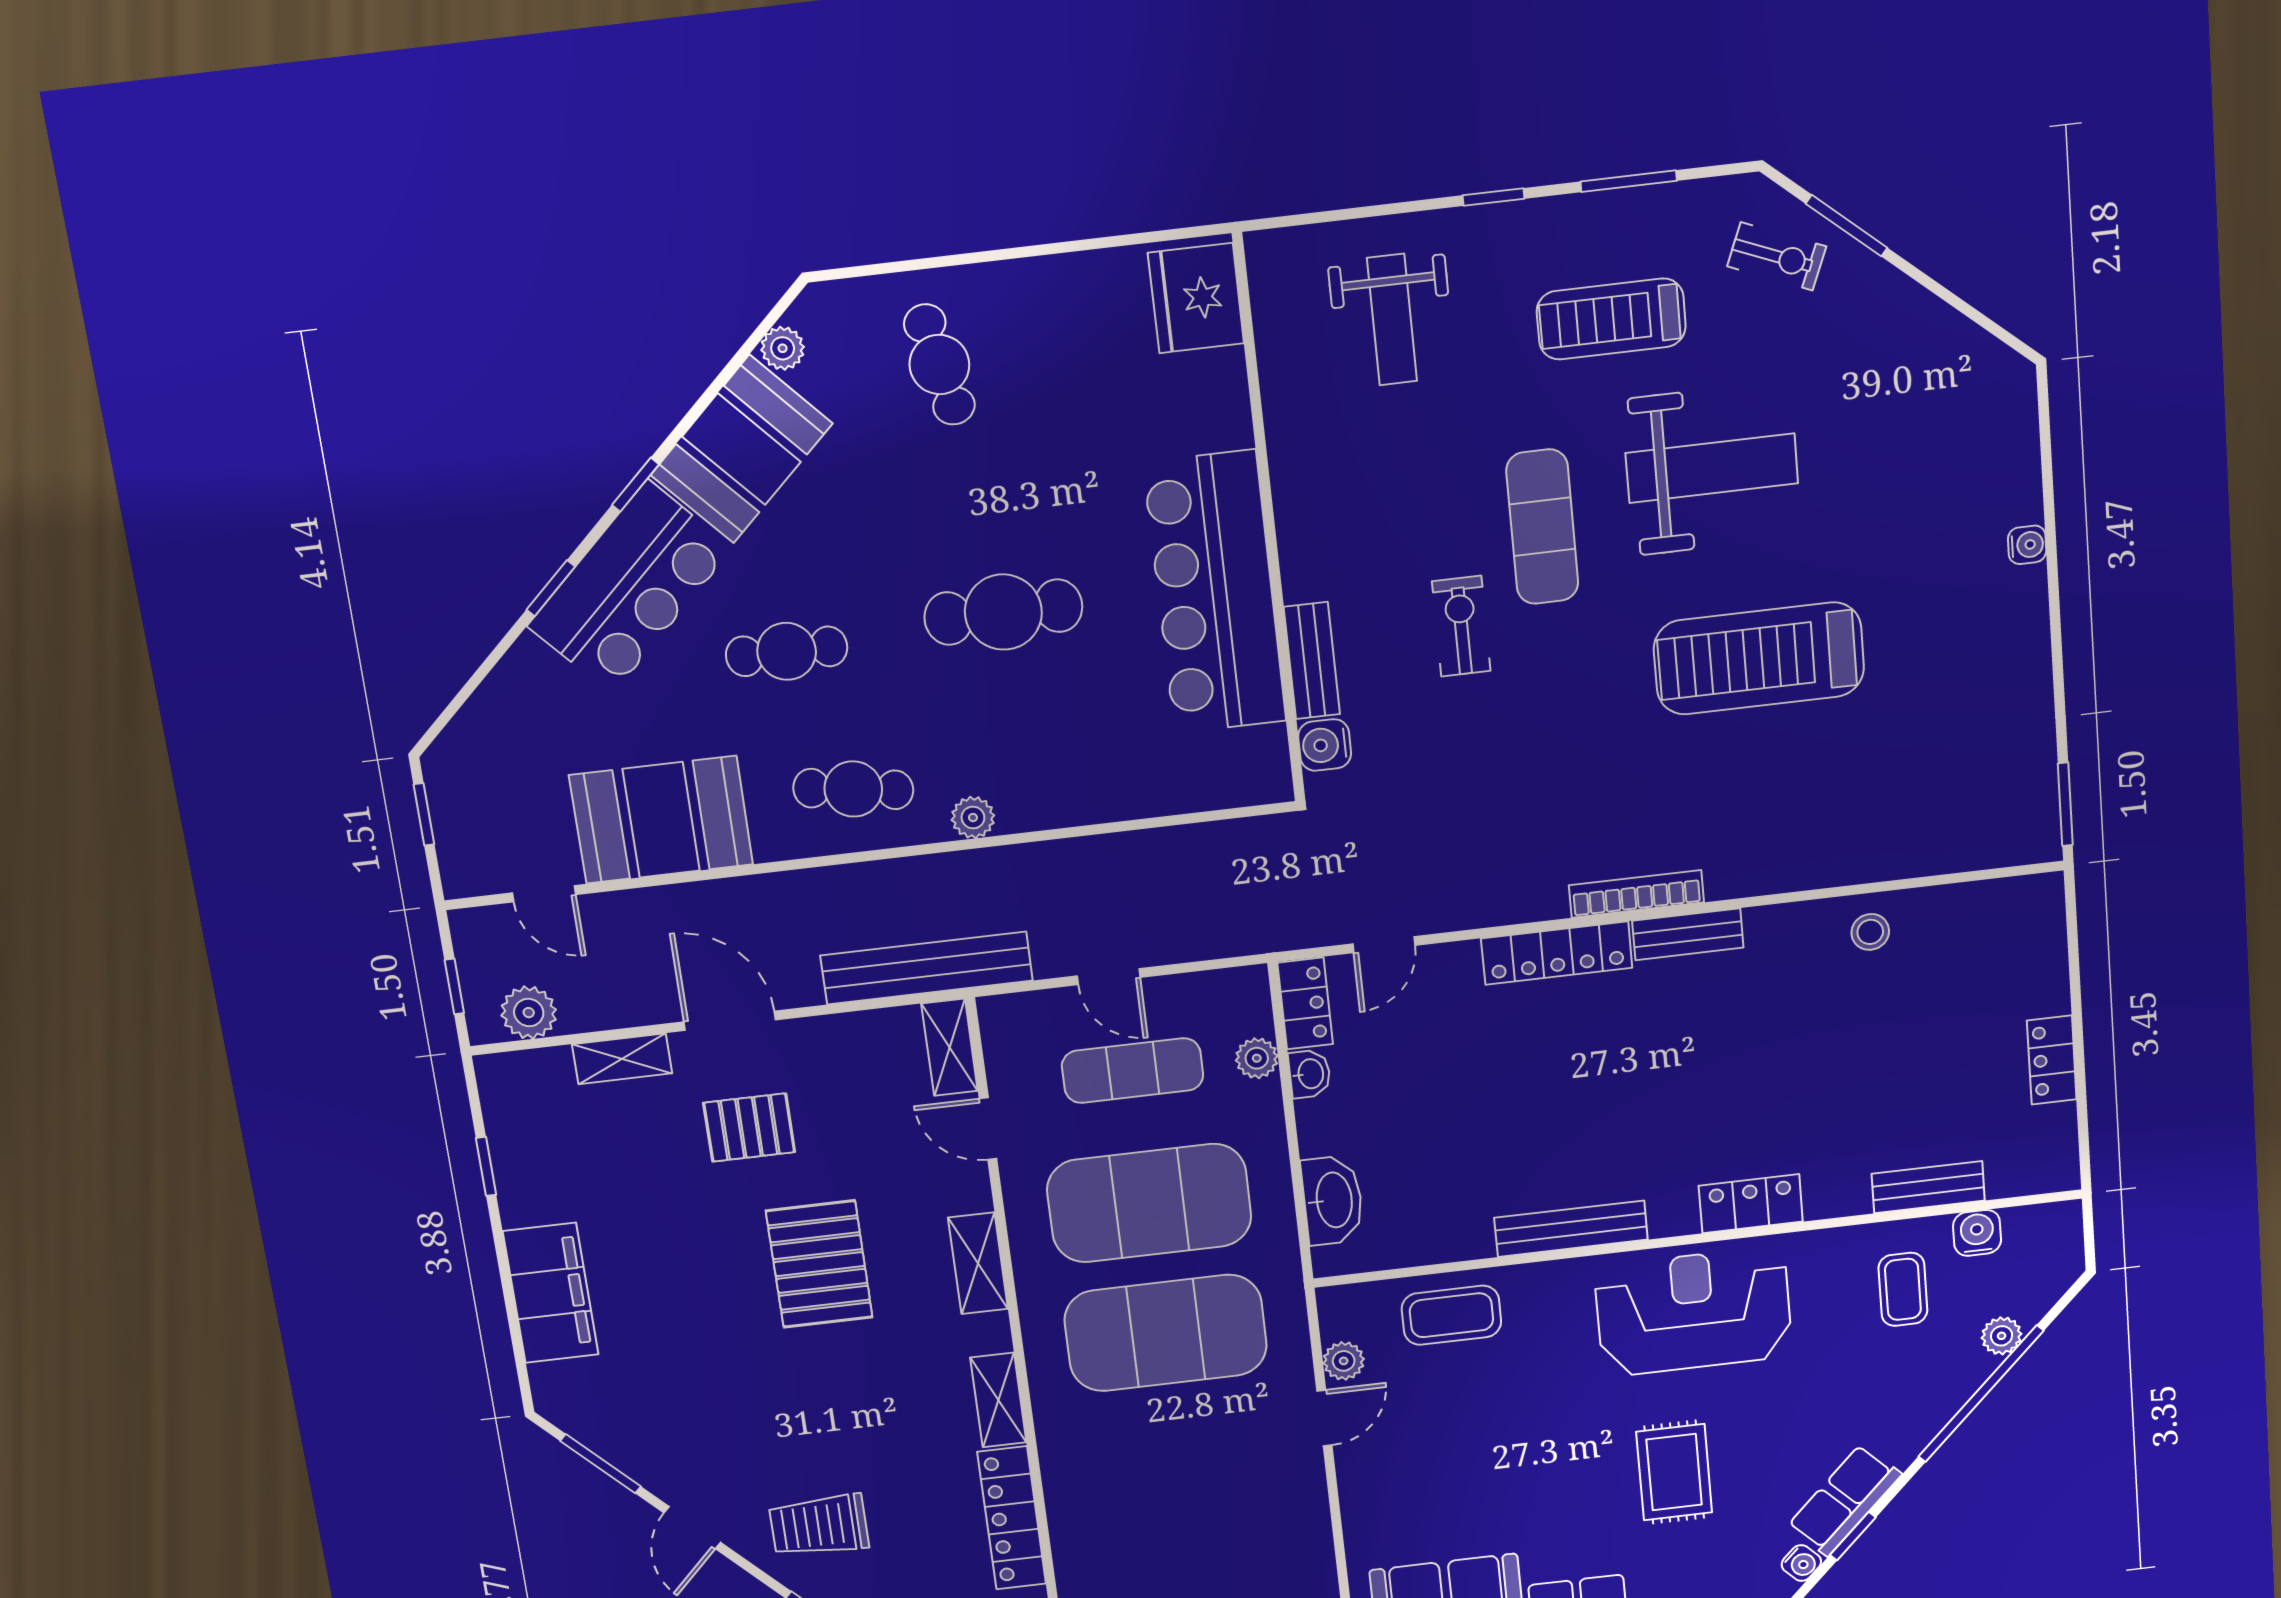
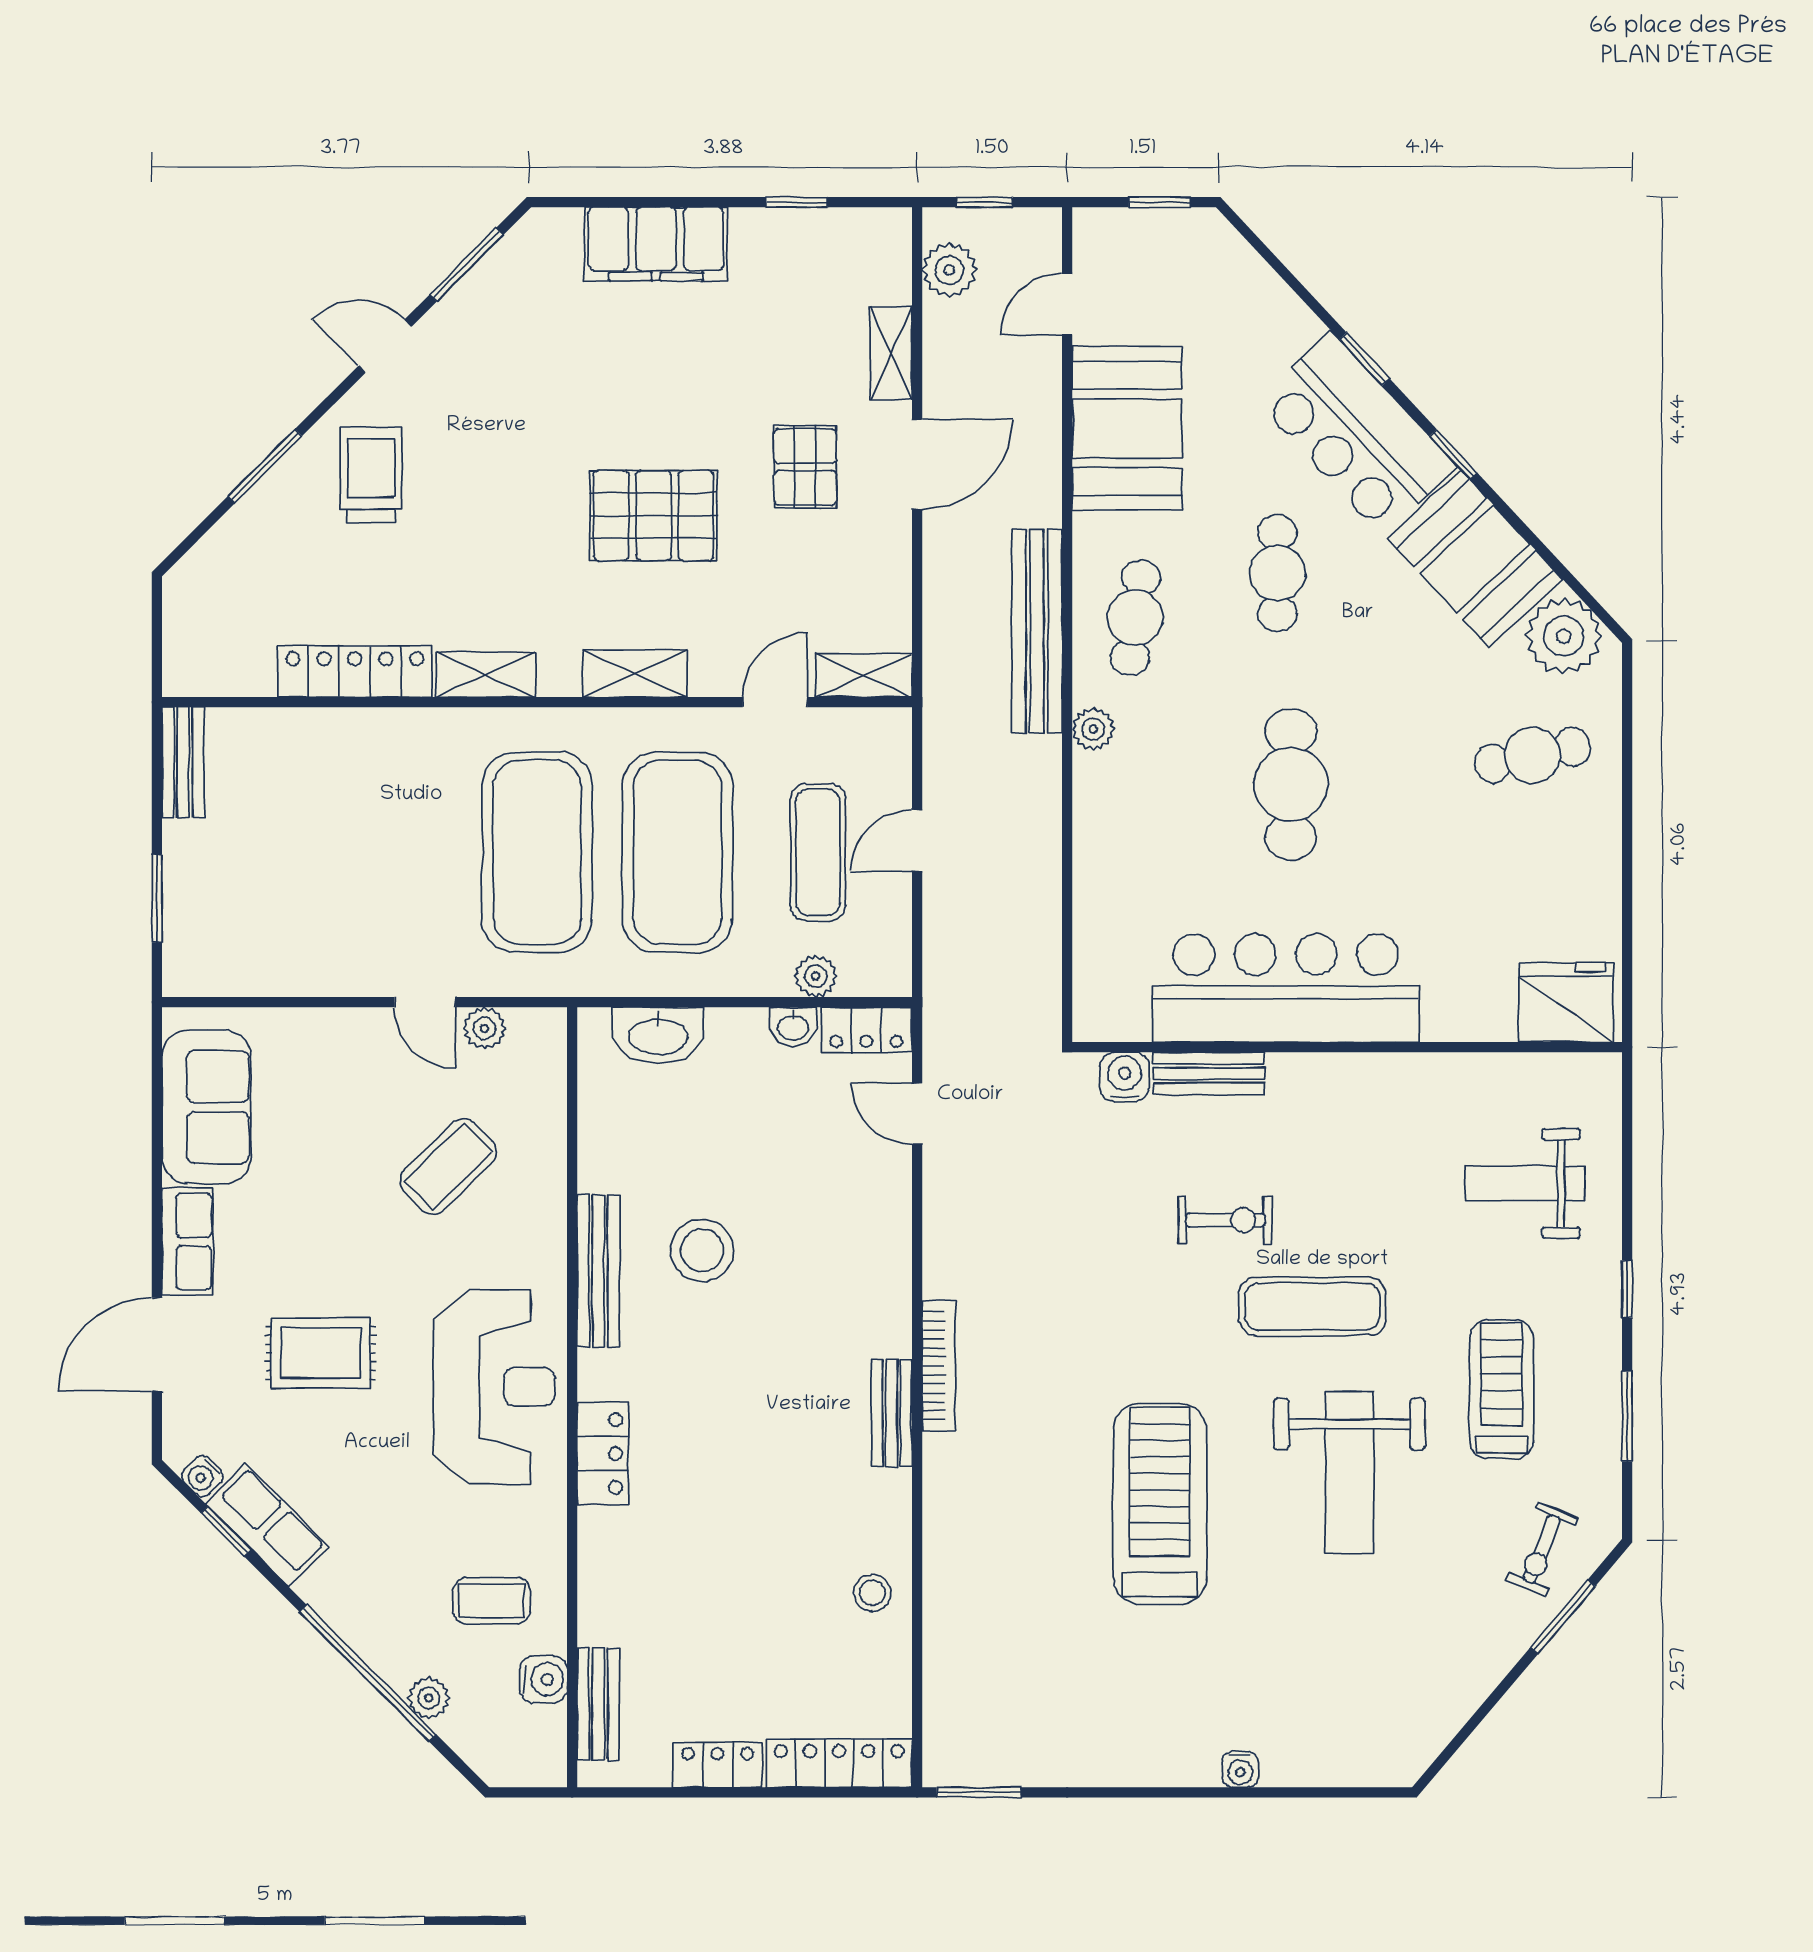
plant: (783, 348) -> (1564, 636), width x1.88, depth x1.88
locker: (1557, 953) -> (839, 1763), moved, turned 90
bench: (927, 968) -> (1037, 631), moved
stool: (1542, 1134) -> (702, 1251), added
bench: (1928, 1187) -> (598, 1704), moved
coffee table: (1451, 1315) -> (448, 1167), moved, turned 46

